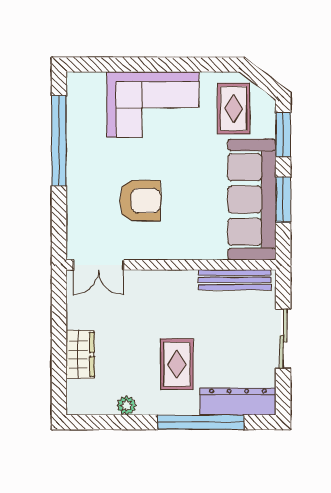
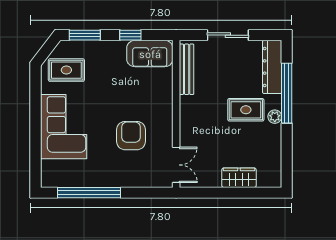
sofa: (252, 200) -> (150, 54), width x0.54, depth x0.79
window: (283, 200) -> (130, 35), width x0.67
plant: (127, 405) -> (275, 117), moved

